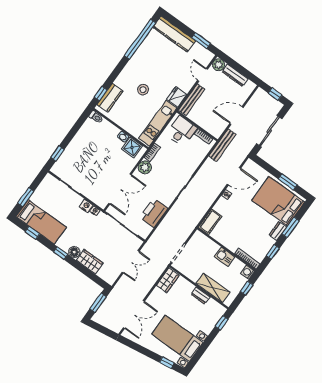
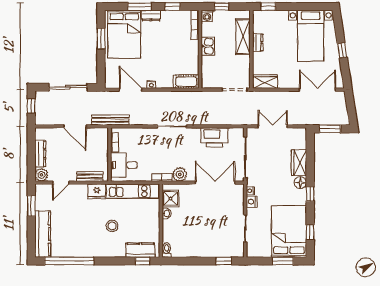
bench: (192, 100) -> (90, 176), width x0.73
bed: (41, 222) -> (289, 231), width x1.50
window: (167, 363) -> (342, 50), moved

